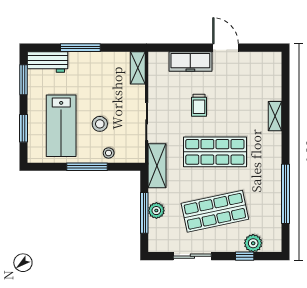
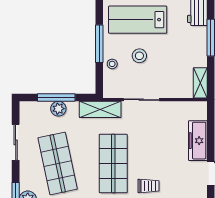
shelving: (138, 68) -> (200, 83), moved, turned 90
trolley: (199, 105) -> (149, 186), moved, turned 180

